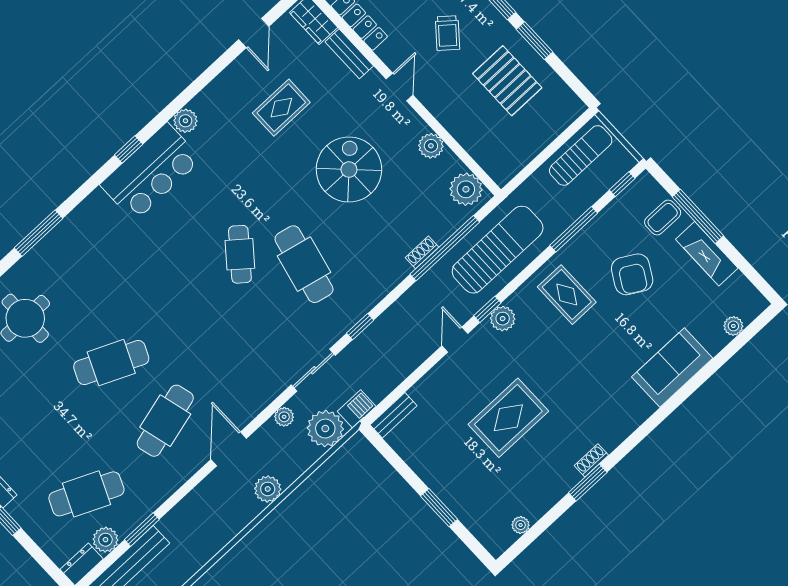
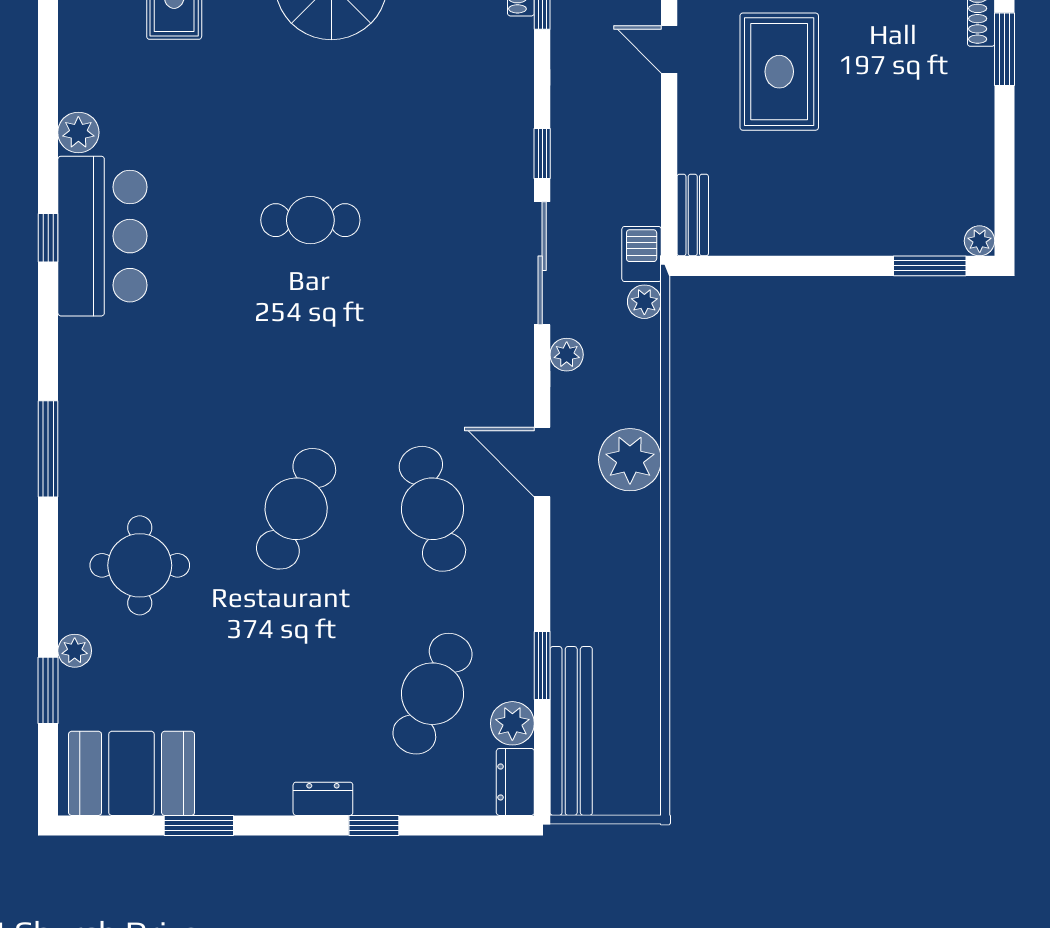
cafe table: (240, 254) -> (310, 220), turned -39
cafe table: (304, 264) -> (398, 151), removed
sliding door: (313, 370) -> (542, 263), width x1.37
rug: (508, 418) -> (779, 72), moved
plant: (325, 429) -> (644, 302), width x0.53, depth x0.53
plant: (268, 489) -> (630, 460), width x1.36, depth x1.36
window: (439, 508) -> (930, 266), moved
plant: (521, 525) -> (980, 241), moved

